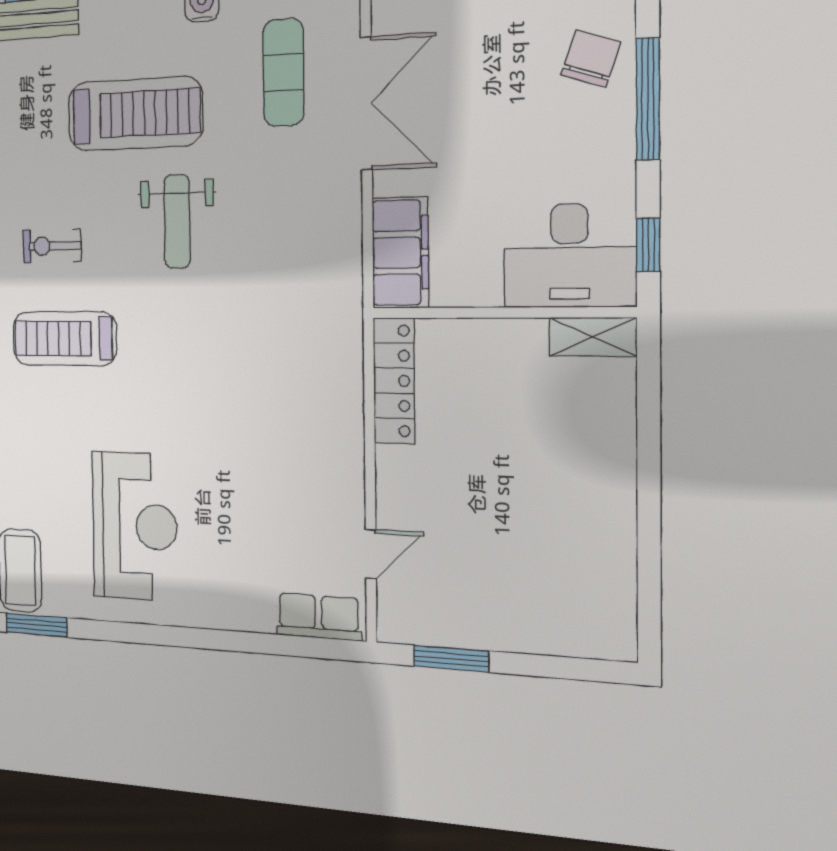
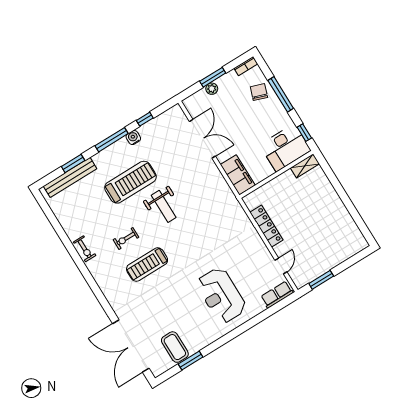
exercise mat: (283, 72) -> (172, 144), removed
locker: (394, 381) -> (266, 226), moved
reception desk: (135, 526) -> (221, 295), moved, turned 180

